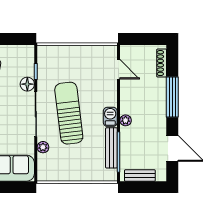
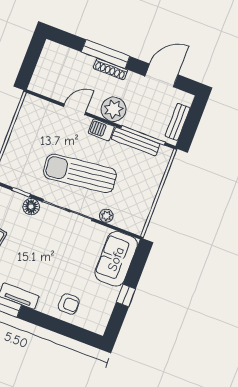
shoe rack: (162, 63) -> (110, 69), moved
door: (119, 69) -> (75, 109), moved
plant: (126, 120) -> (114, 109), width x1.88, depth x1.88

